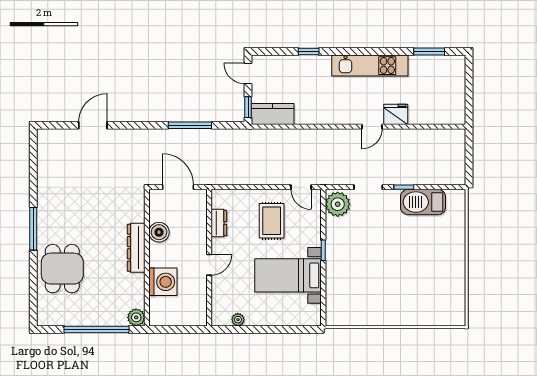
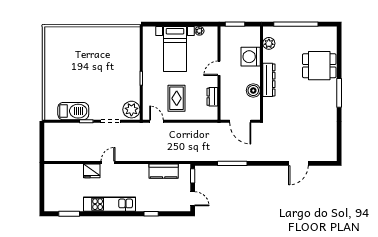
kitchen counter: (273, 114) -> (164, 171), moved
dining table: (62, 269) -> (319, 66), turned 90
bed with nightstands: (288, 275) -> (175, 49), moved, turned 90
plant: (136, 317) -> (269, 43), moved
window: (186, 329) -> (235, 24), added

